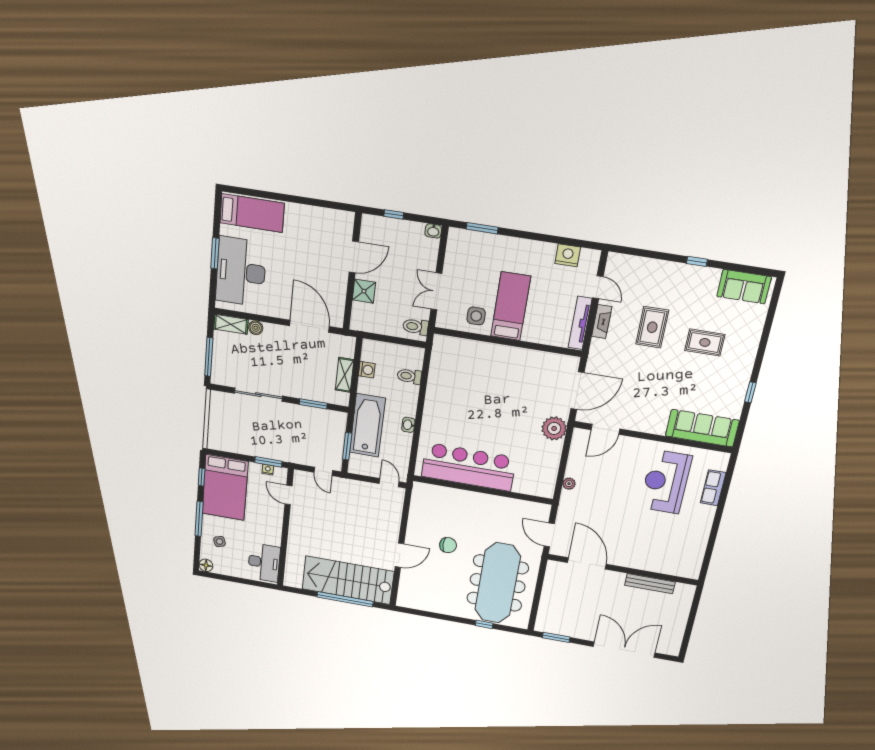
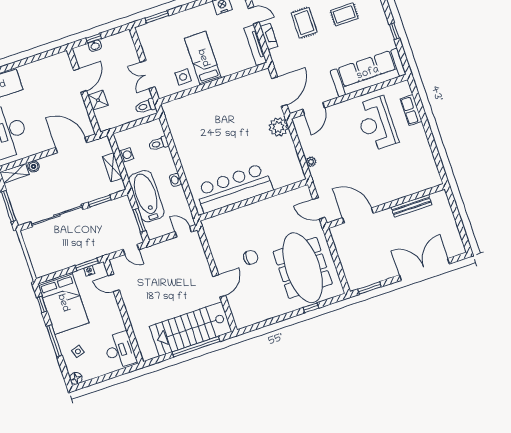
washbasin: (433, 231) -> (95, 46), moved
sliding door: (258, 395) -> (57, 216), width x1.36
sofa: (702, 428) -> (368, 73), width x1.36, depth x1.27

